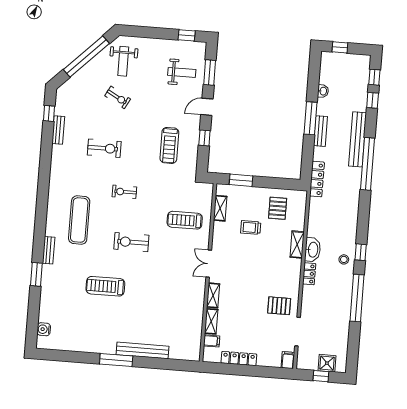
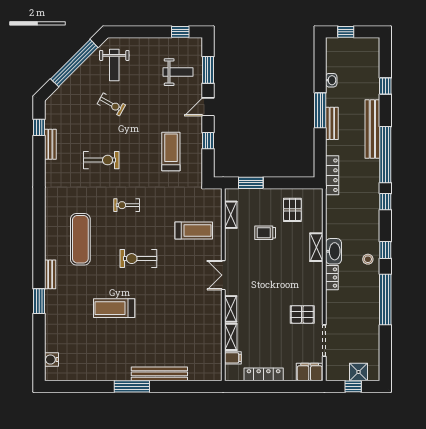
window: (374, 77) -> (385, 202), moved
treadmill: (169, 145) -> (171, 152), turned 180
treadmill: (185, 220) -> (194, 231), turned 180
filing cabinet: (288, 360) -> (310, 372), width x2.00

